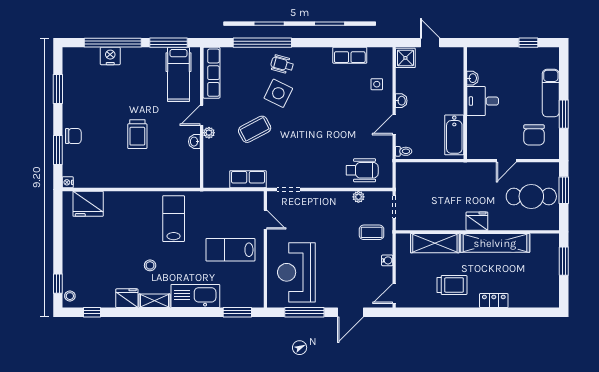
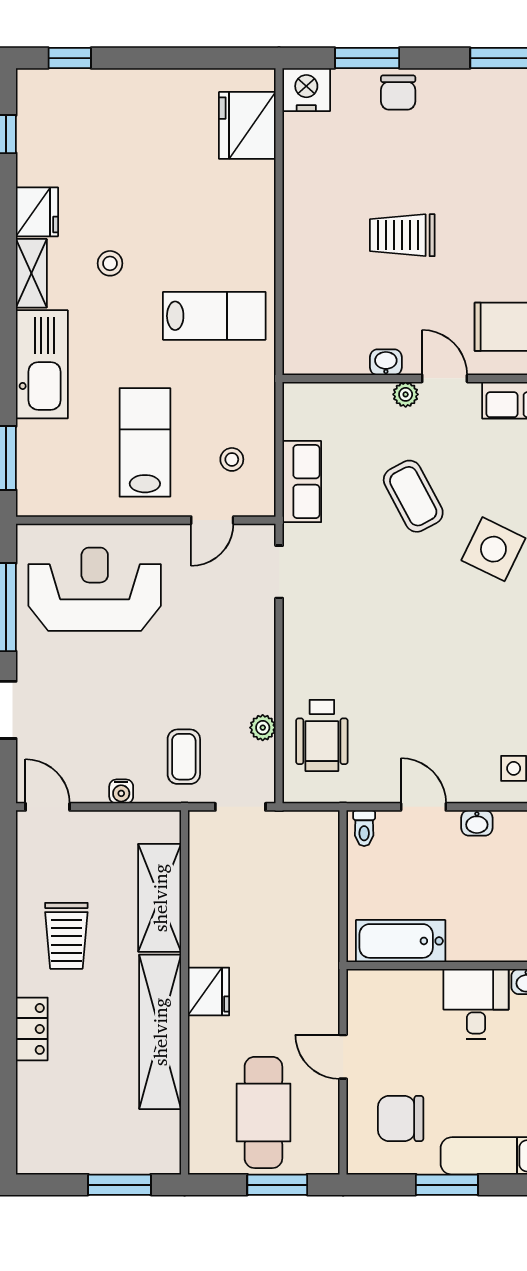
nightstand: (68, 182) -> (306, 90), width x1.89, depth x1.79
stool: (70, 296) -> (232, 459), moved

